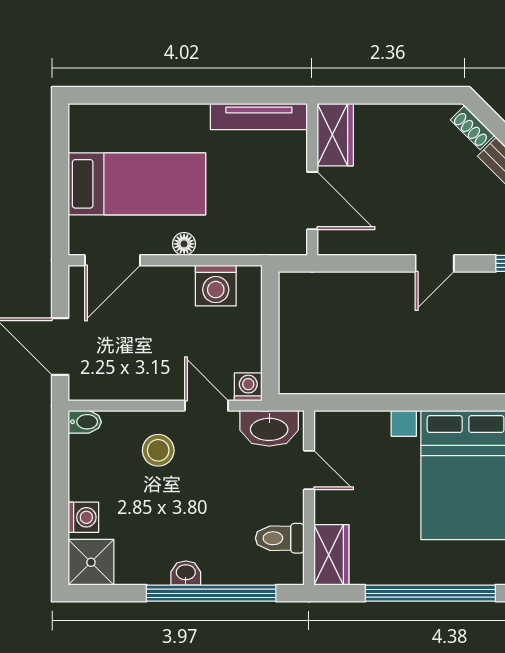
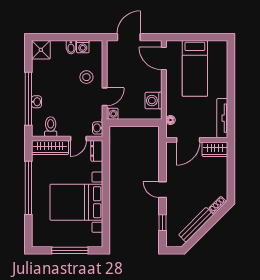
floor lamp: (184, 244) -> (170, 120), moved
bidet: (85, 422) -> (71, 47), moved
dresser: (339, 425) -> (97, 151), added
washbasin: (269, 428) -> (98, 128), width x0.52, depth x0.69
washing machine: (83, 517) -> (83, 47), moved
wardrobe: (331, 555) -> (50, 148), width x1.50
washbasin: (186, 573) -> (36, 102), moved

